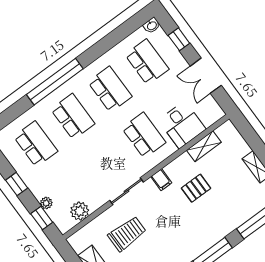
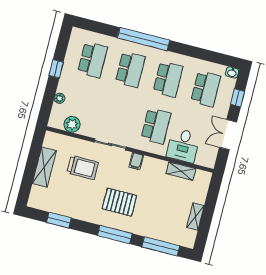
pallet: (196, 188) -> (119, 202), moved, width x1.50, depth x1.42
window: (42, 218) -> (47, 103), removed

